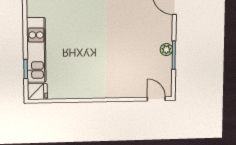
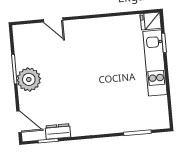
plant: (166, 50) -> (29, 79), width x1.87, depth x1.87
door: (156, 99) -> (53, 20), moved

